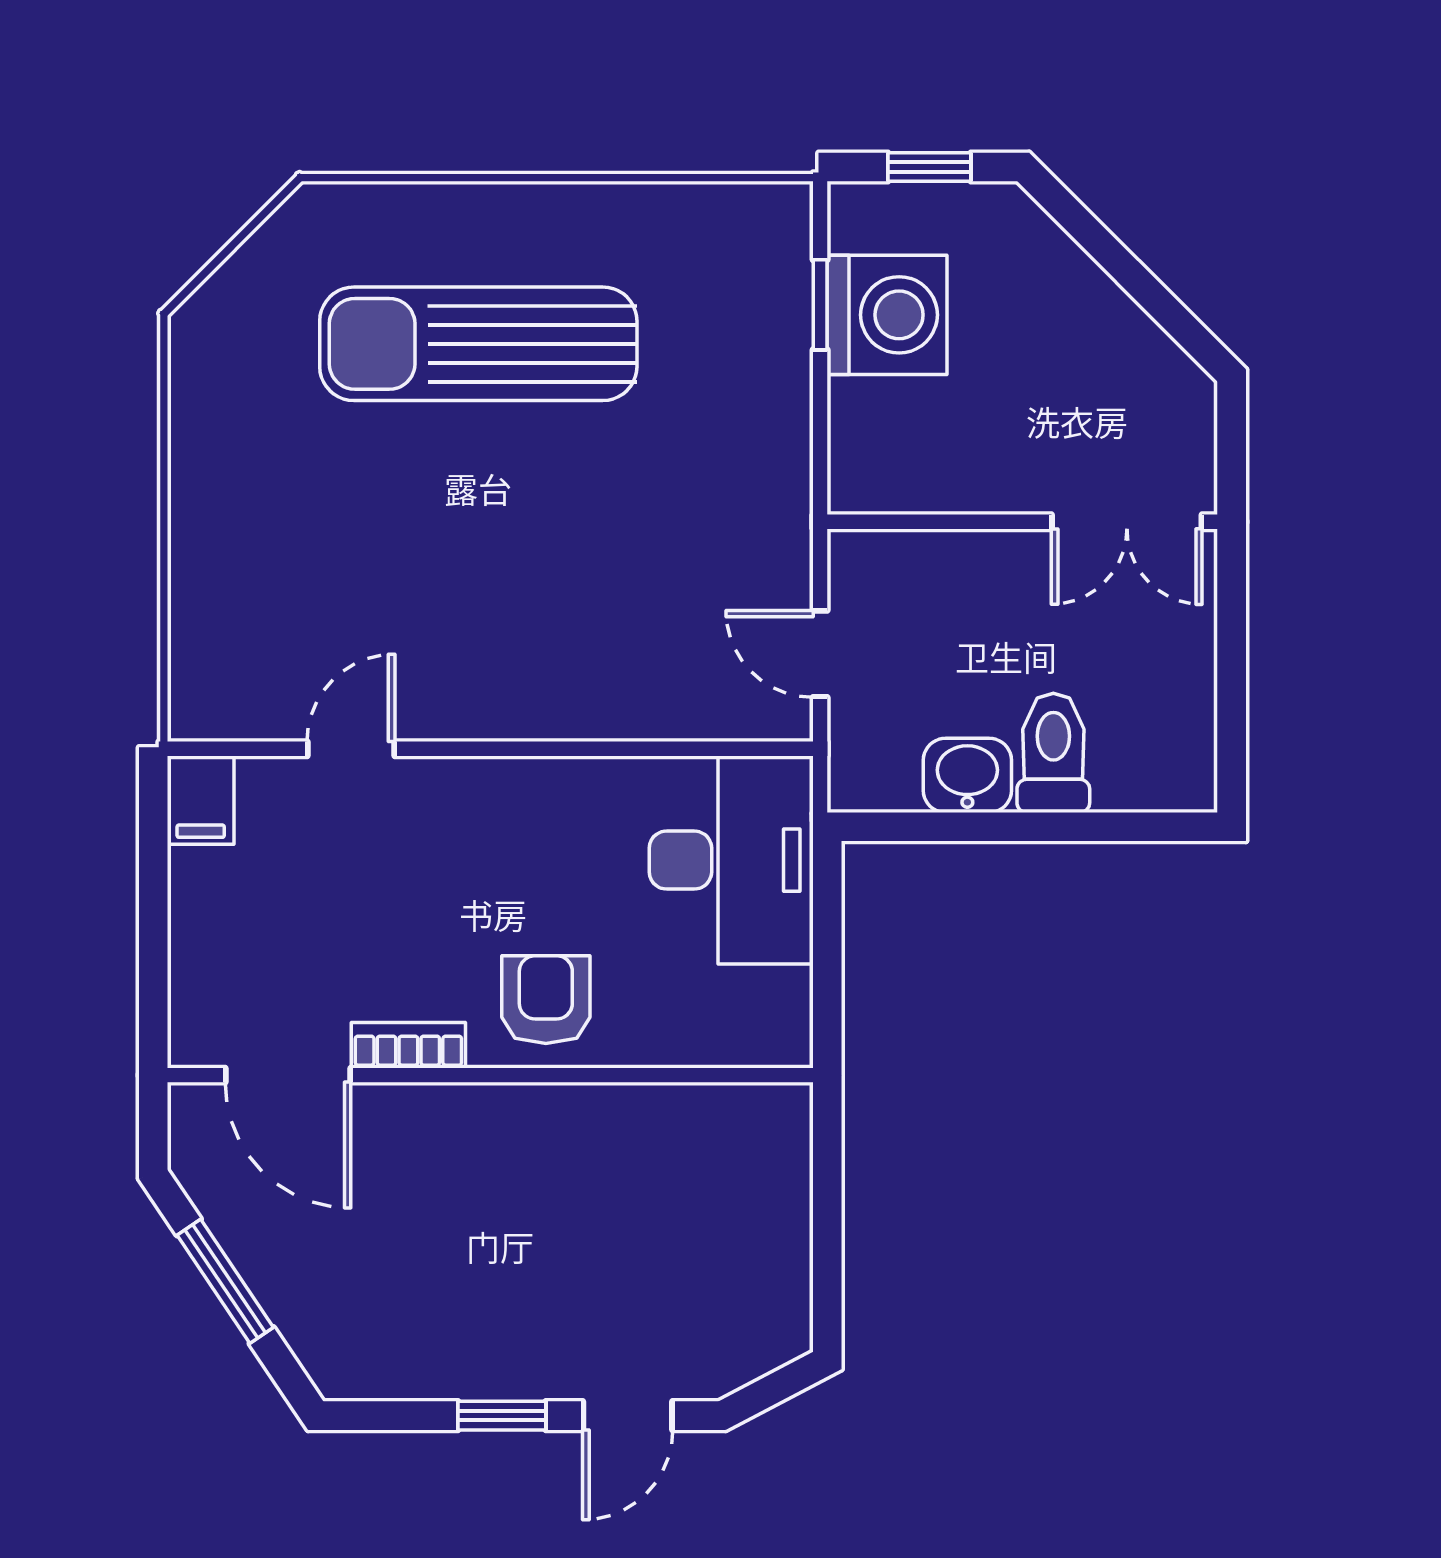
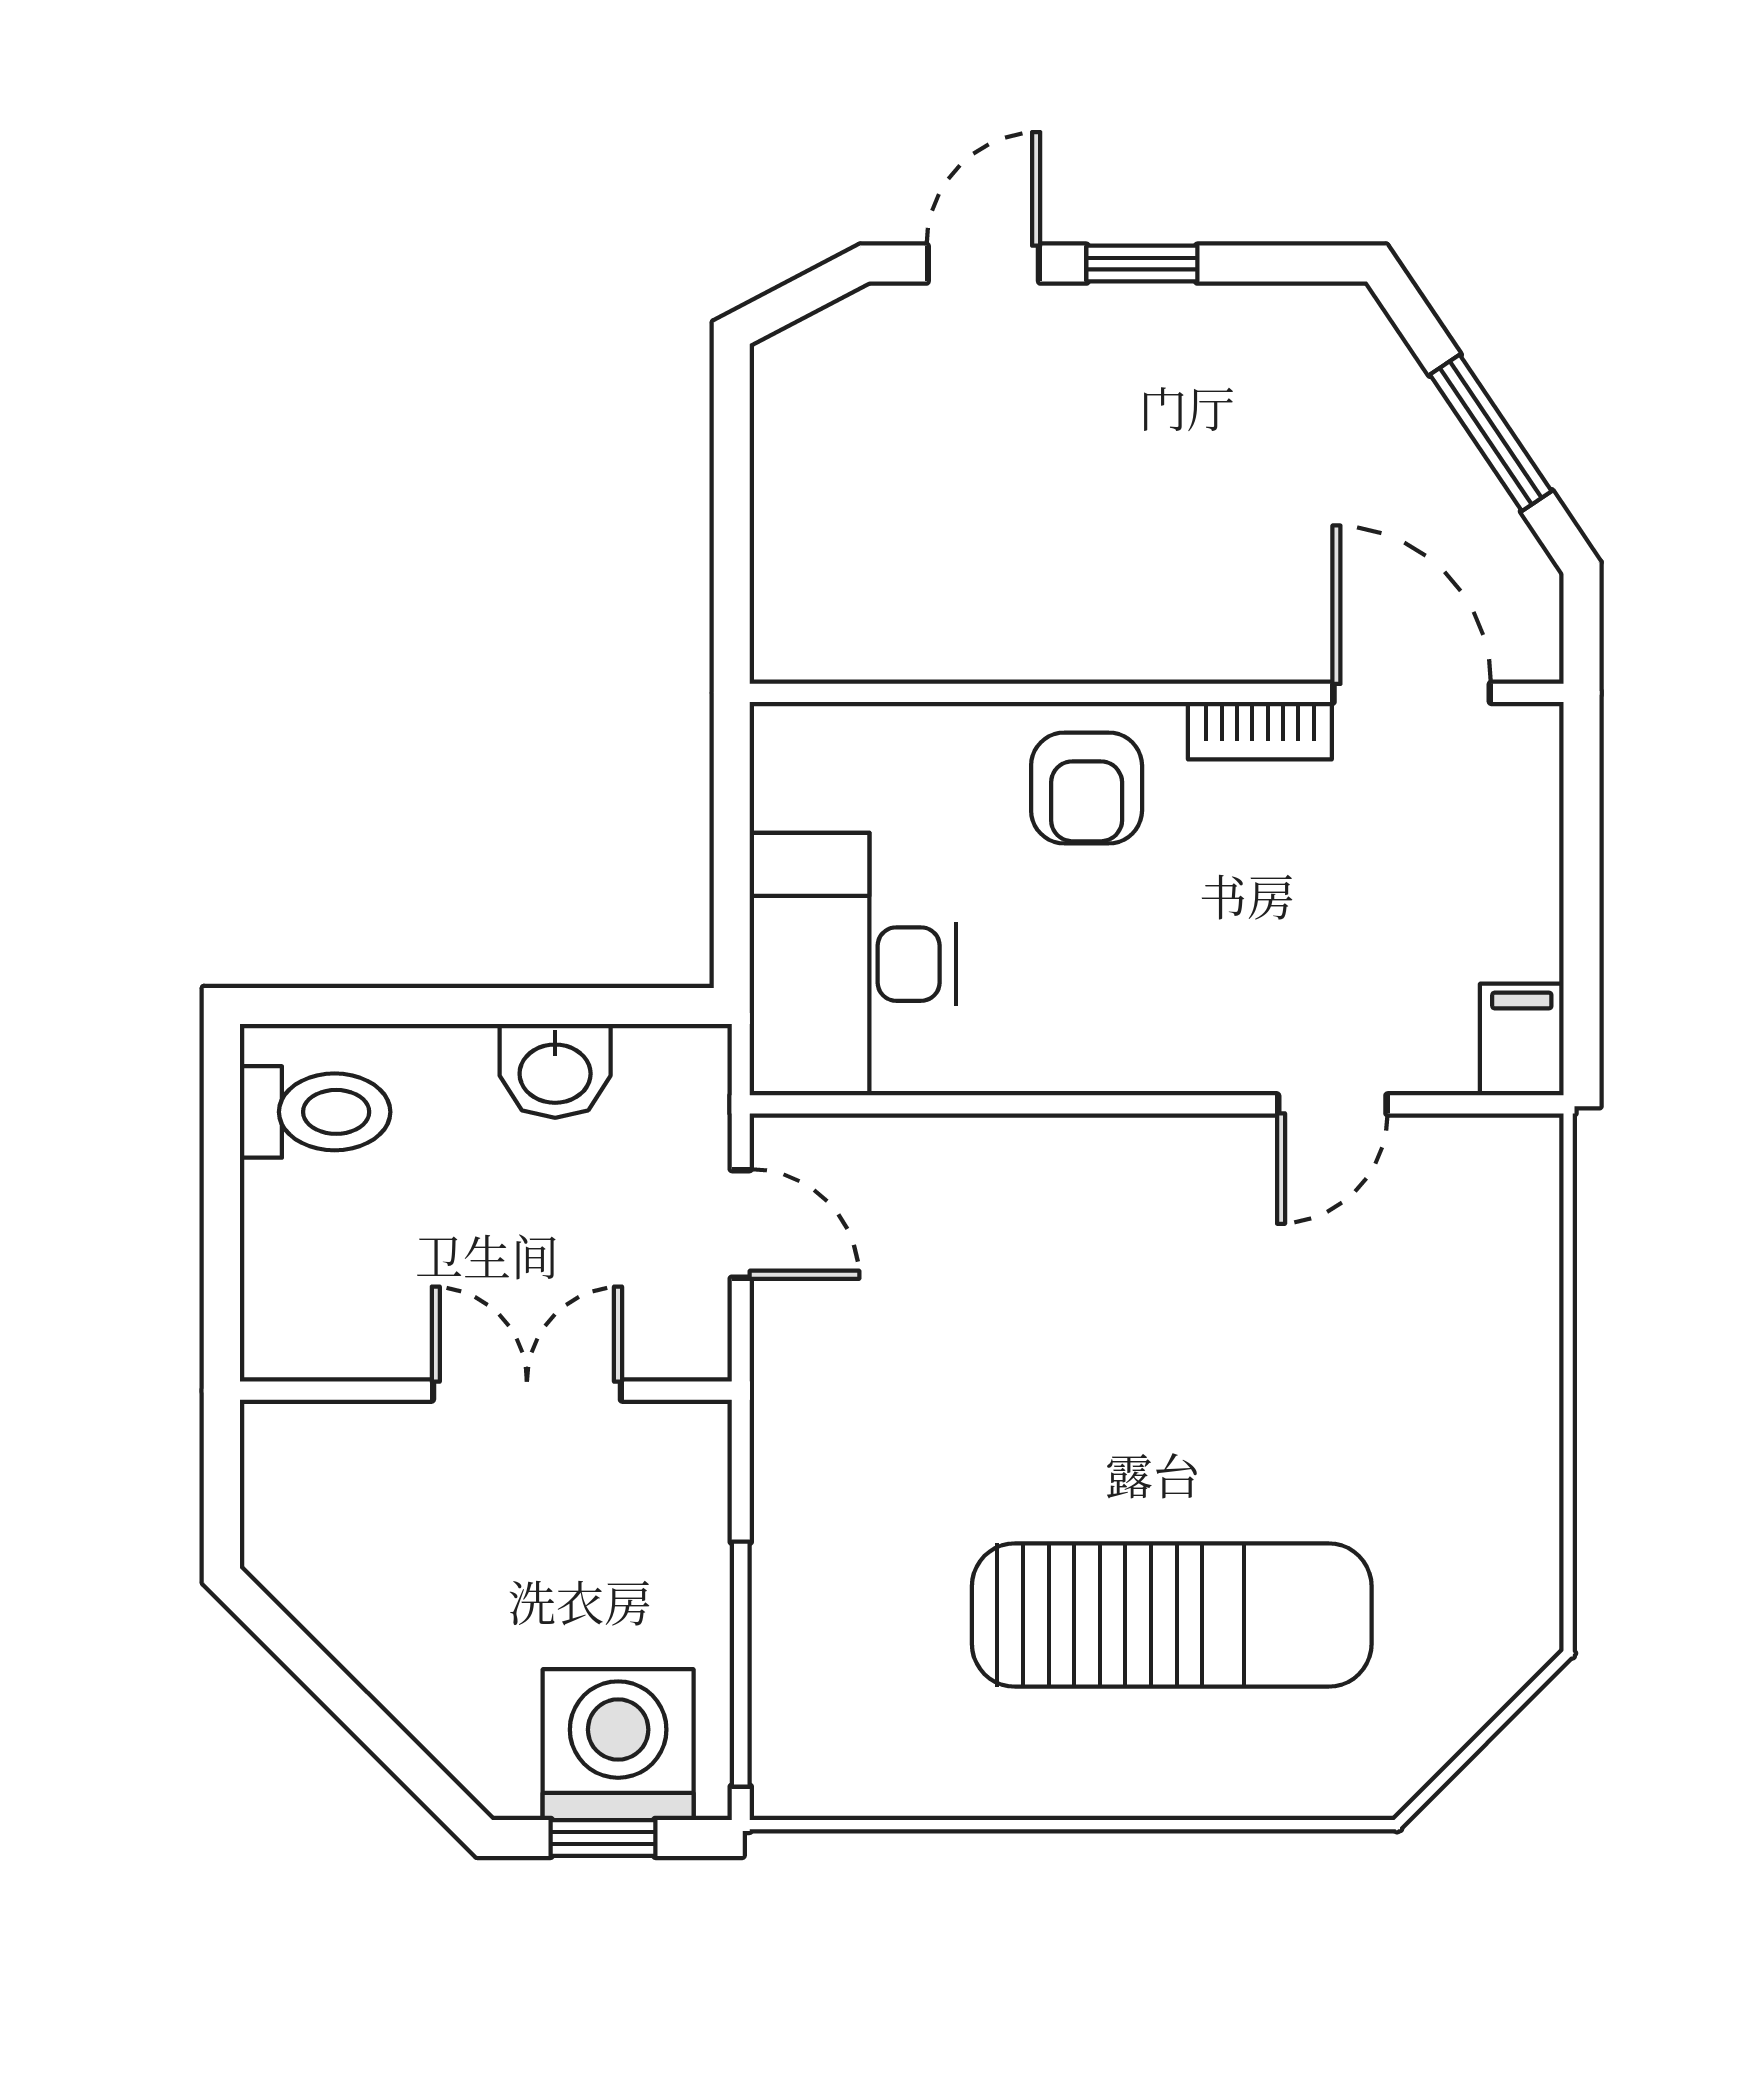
window: (820, 305) -> (741, 1664), width x2.17
washing machine: (887, 315) -> (618, 1745), moved, turned 90
double door: (1127, 522) -> (527, 1391), moved
toilet: (1053, 753) -> (315, 1112), moved, turned -90

